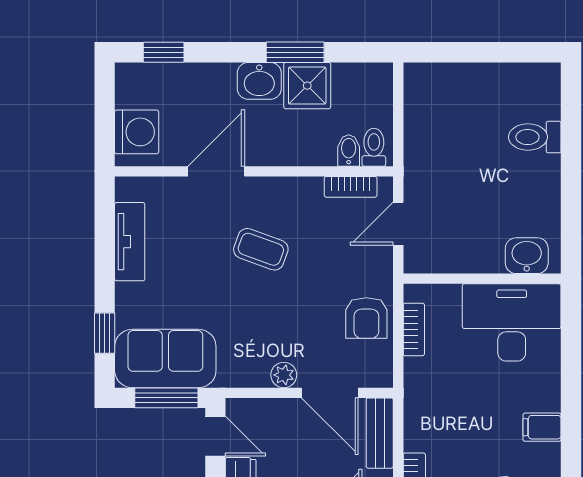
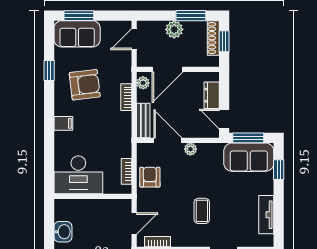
coffee table: (261, 249) -> (202, 211), turned 70
washbasin: (527, 256) -> (63, 232), moved, turned -90

